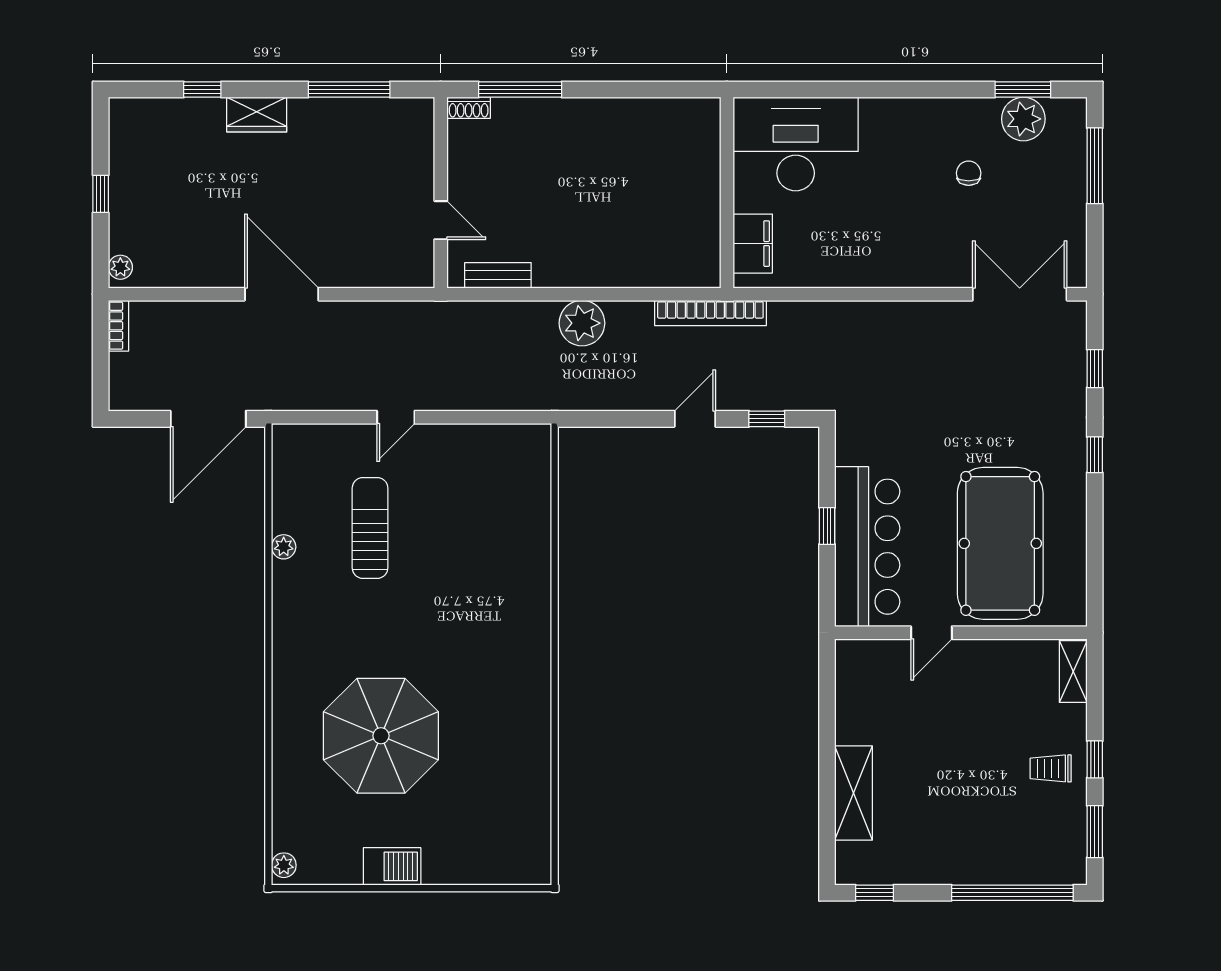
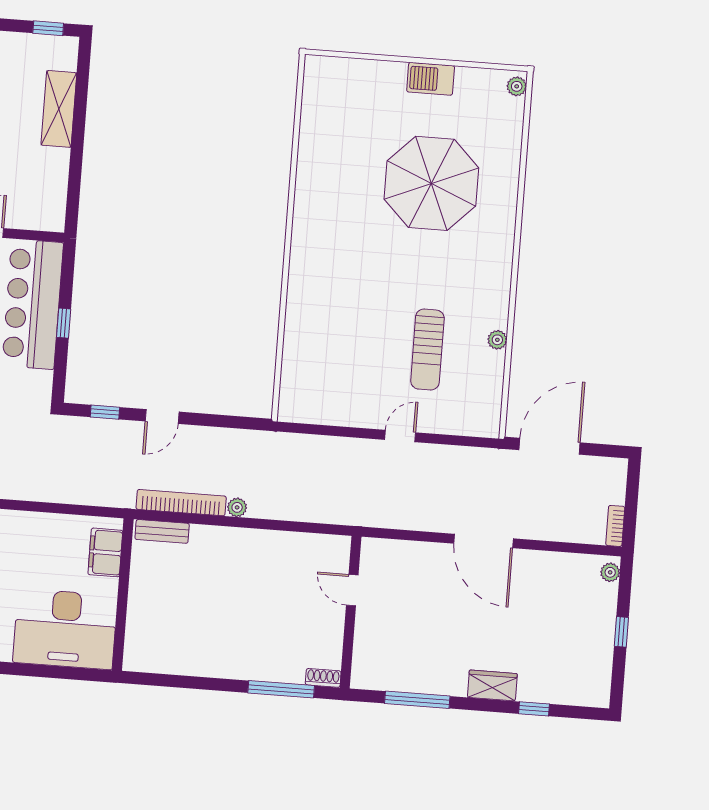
bench: (498, 275) -> (162, 531), moved
bookcase: (710, 313) -> (181, 503), moved
plant: (582, 323) -> (237, 507), width x0.53, depth x0.53

